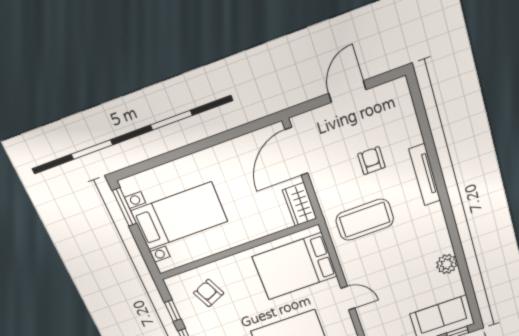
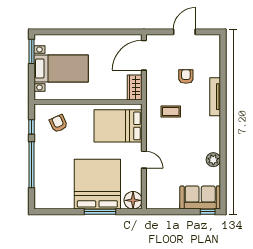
coffee table: (365, 220) -> (171, 111), width x0.54, depth x0.58

